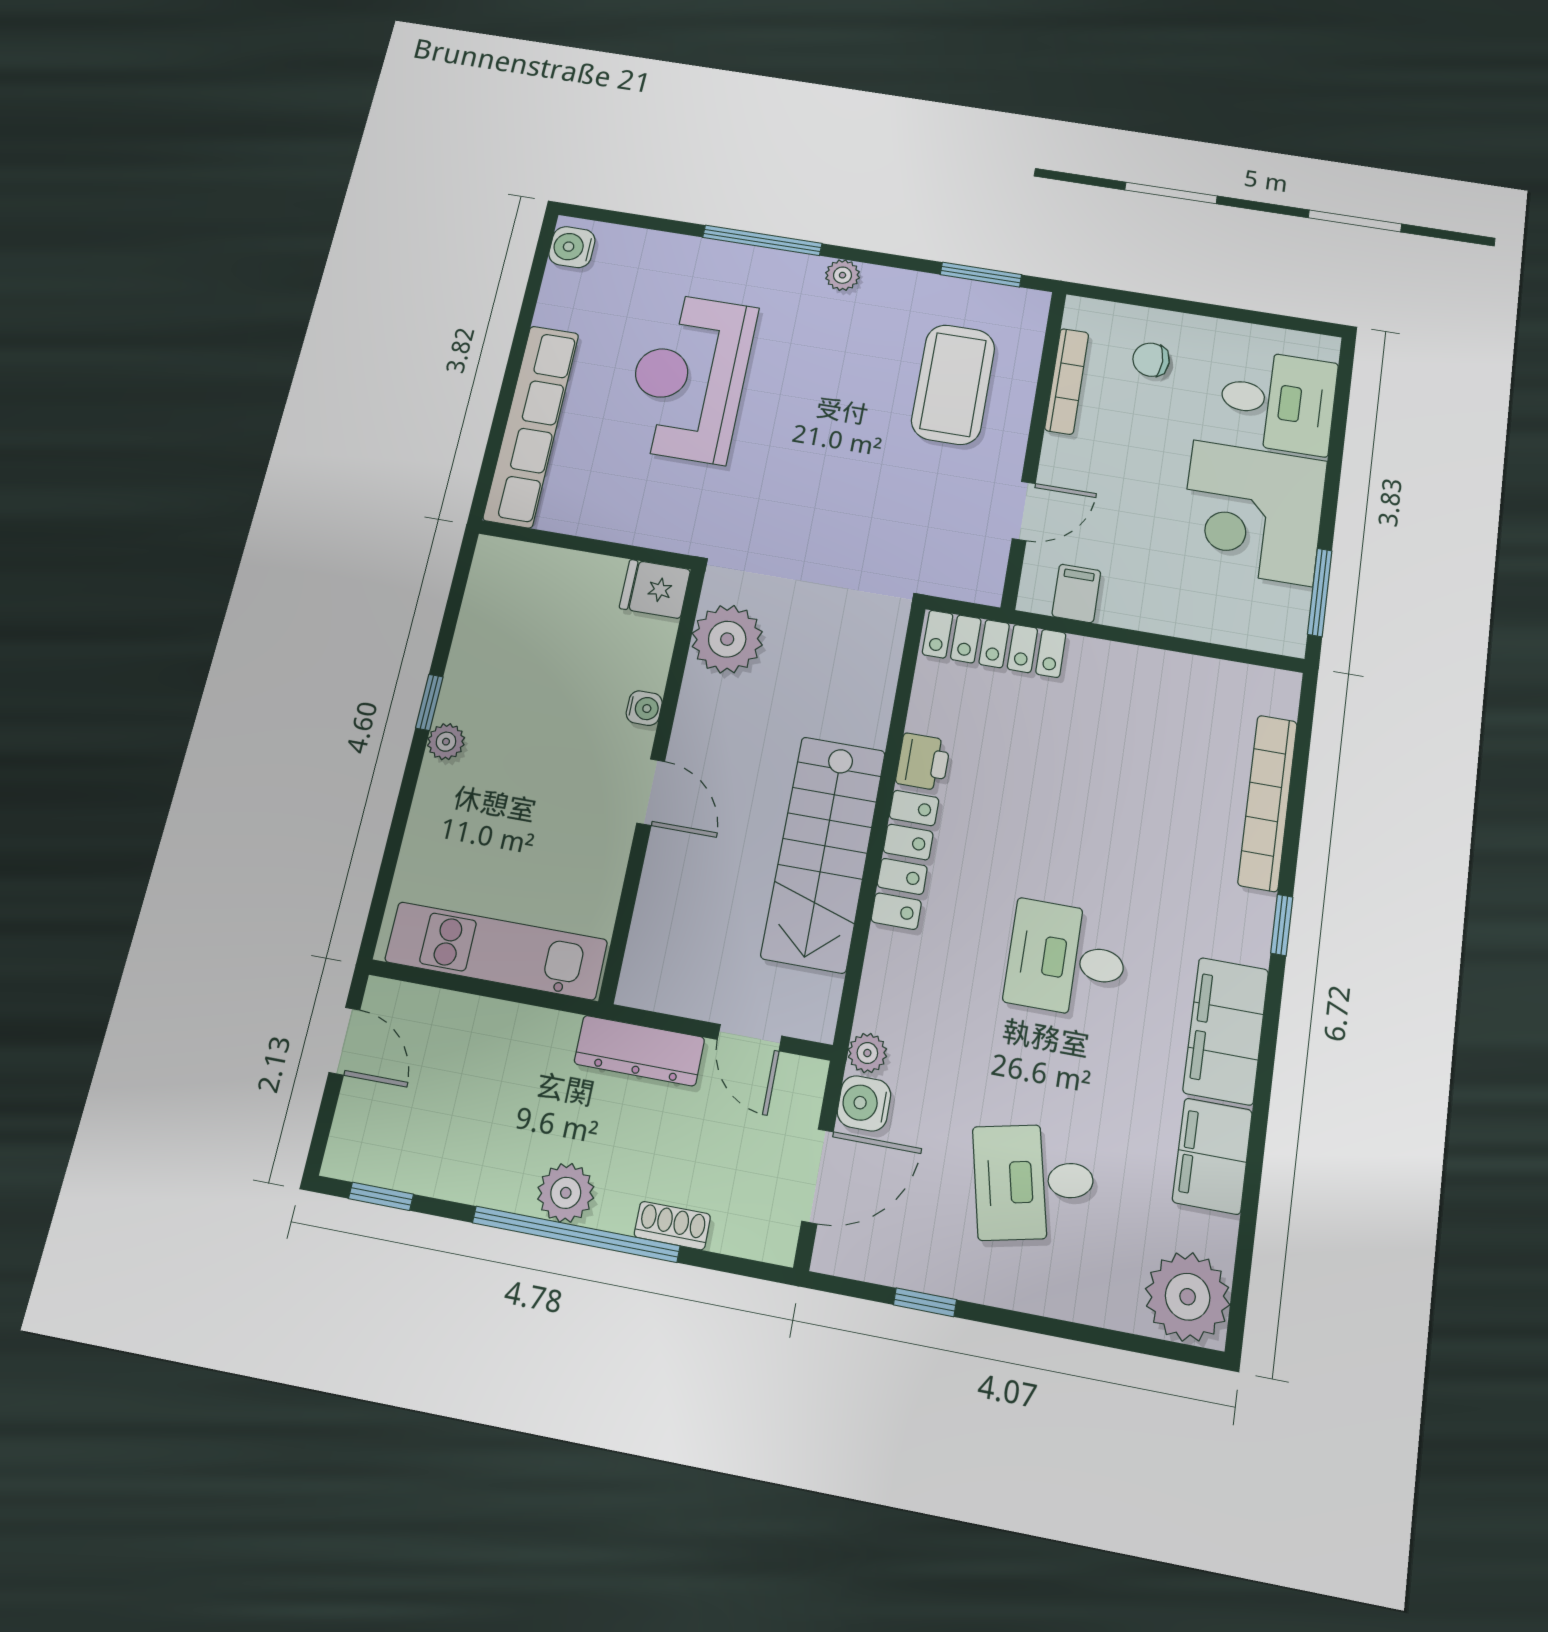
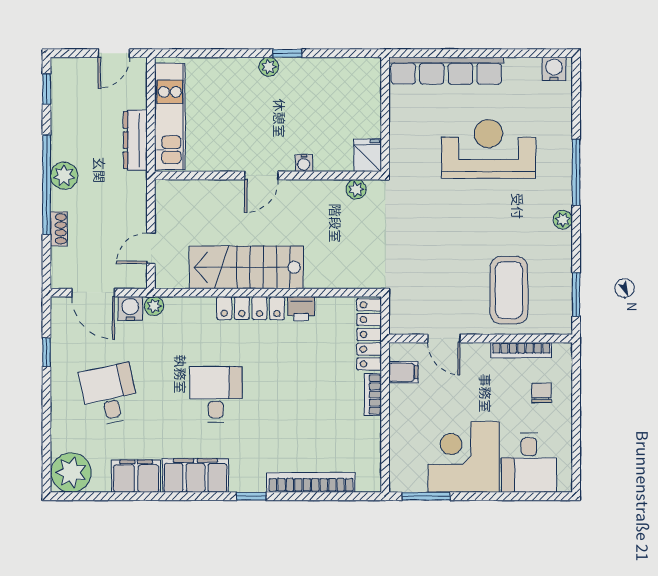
coffee table: (953, 384) -> (509, 290), turned 90
plant: (727, 639) -> (356, 189), width x0.53, depth x0.53
bookcase: (1111, 656) -> (373, 394), added
dresser: (639, 1051) -> (135, 140), moved

